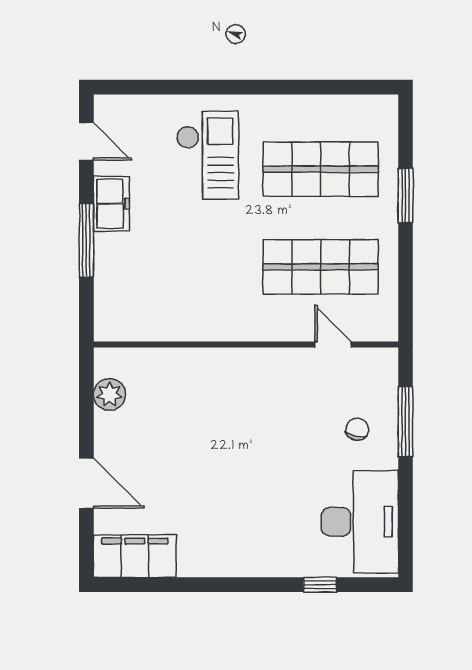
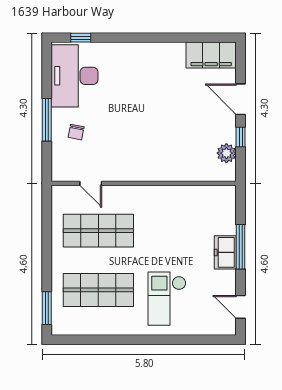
window: (406, 195) -> (47, 308), moved
freezer: (111, 204) -> (225, 252), moved
window: (86, 421) -> (241, 137), added
window: (406, 422) -> (47, 120), moved
window: (320, 585) -> (81, 38), moved

